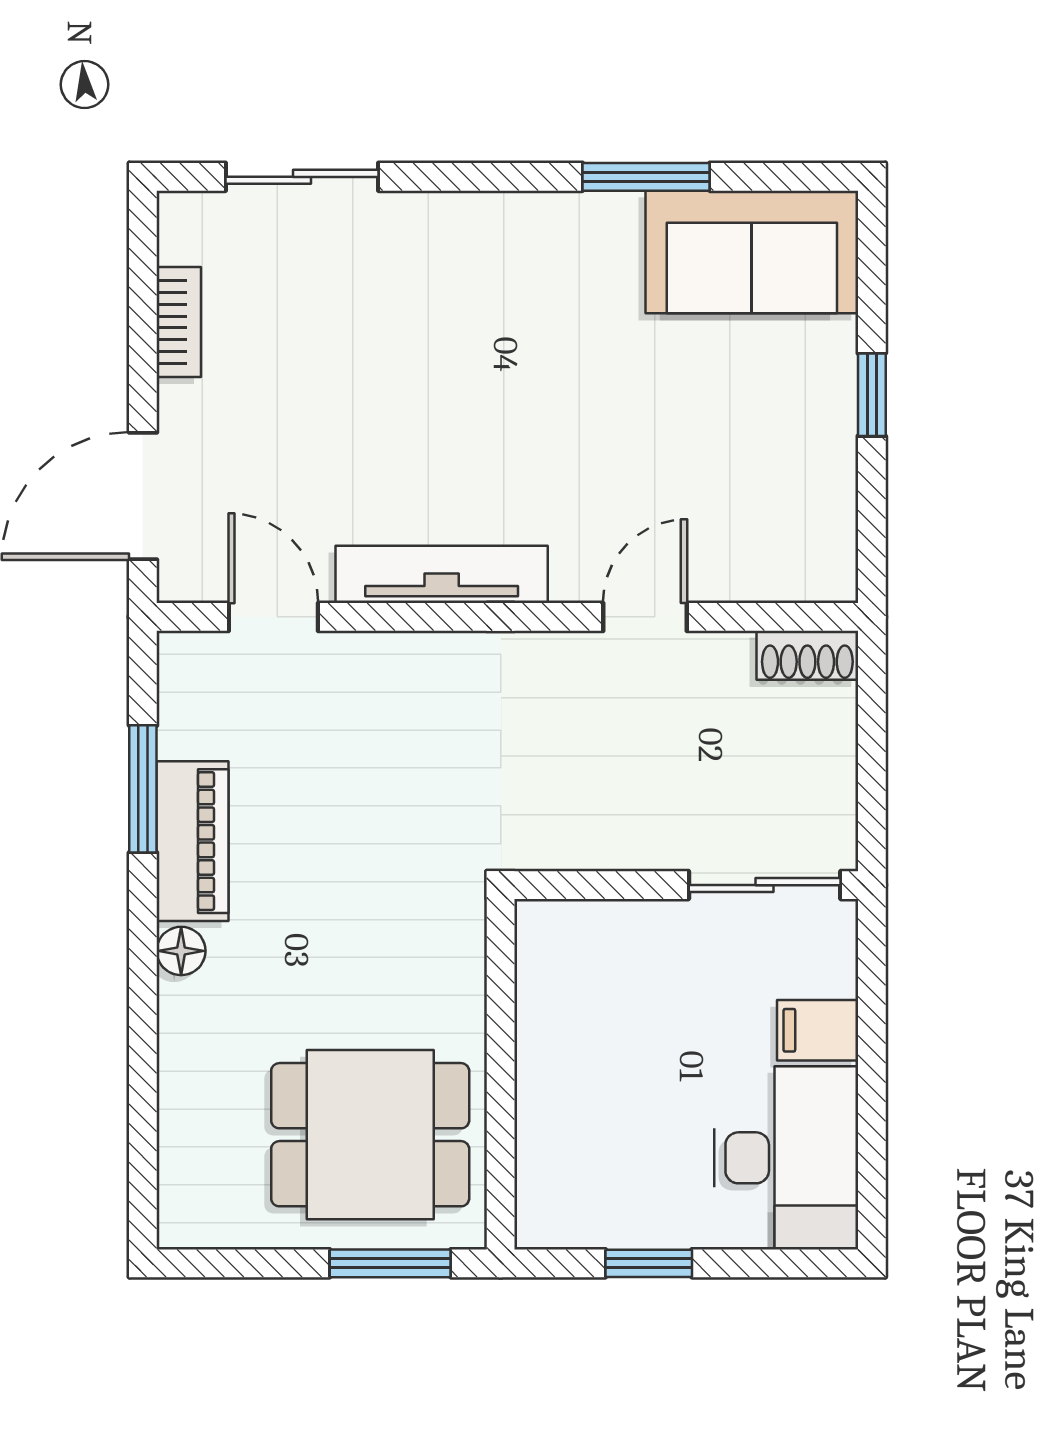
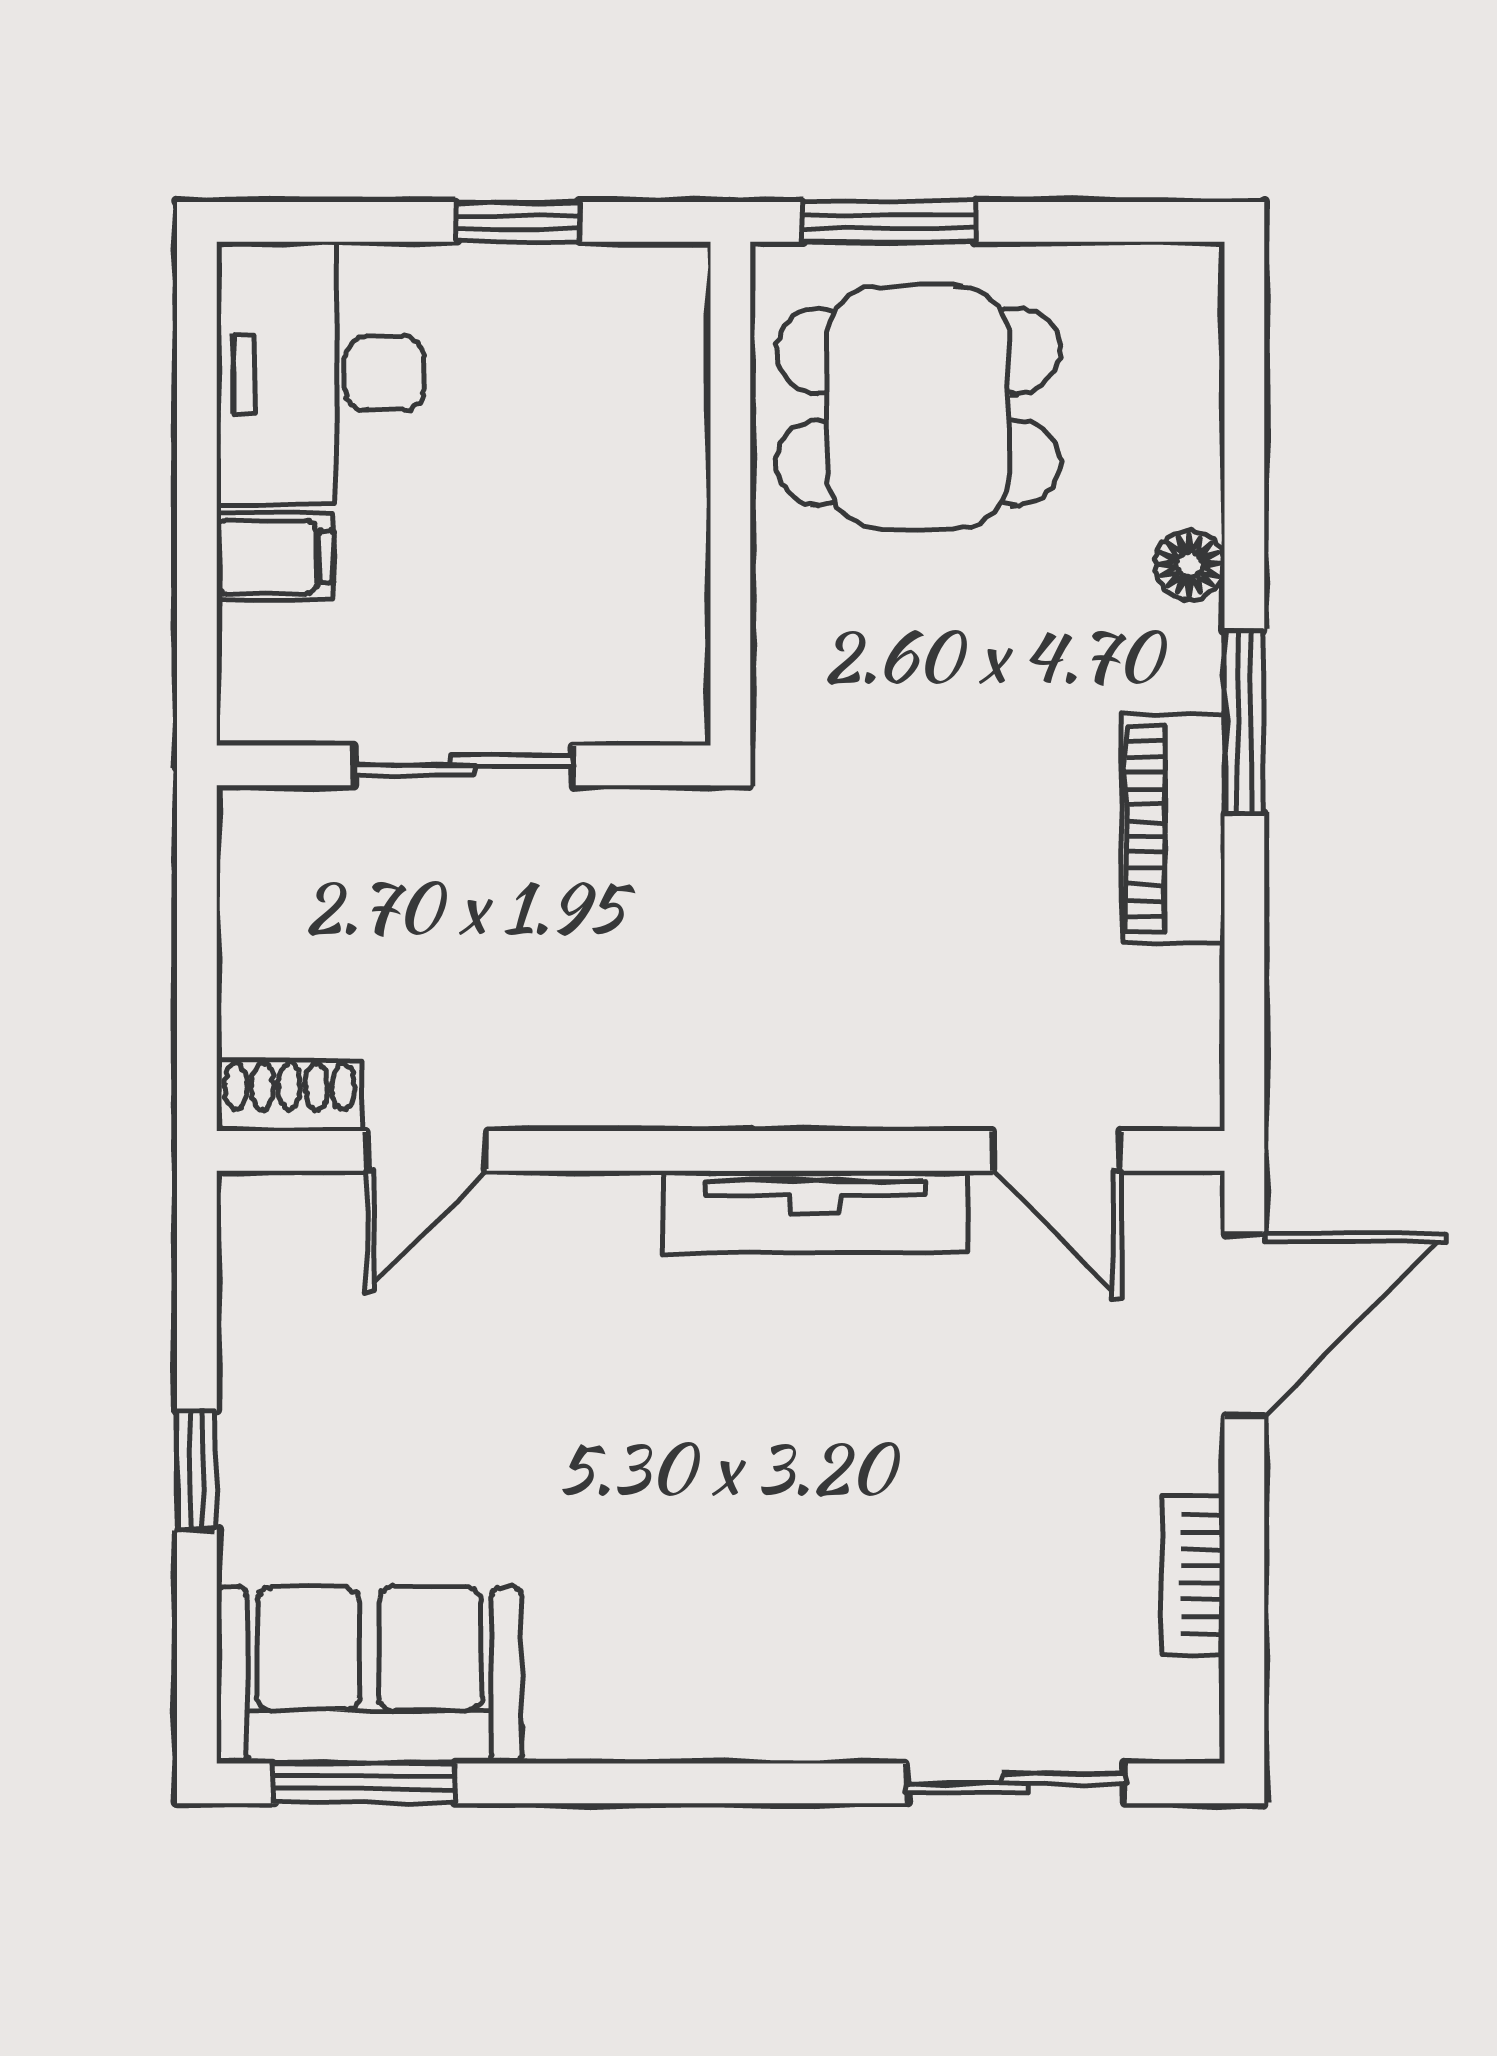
window: (646, 177) -> (364, 1783), moved
door: (645, 617) -> (426, 1151), moved
window: (143, 789) -> (1244, 722), moved
sliding door: (765, 885) -> (463, 765), moved
floor lamp: (181, 951) -> (1190, 565), moved

